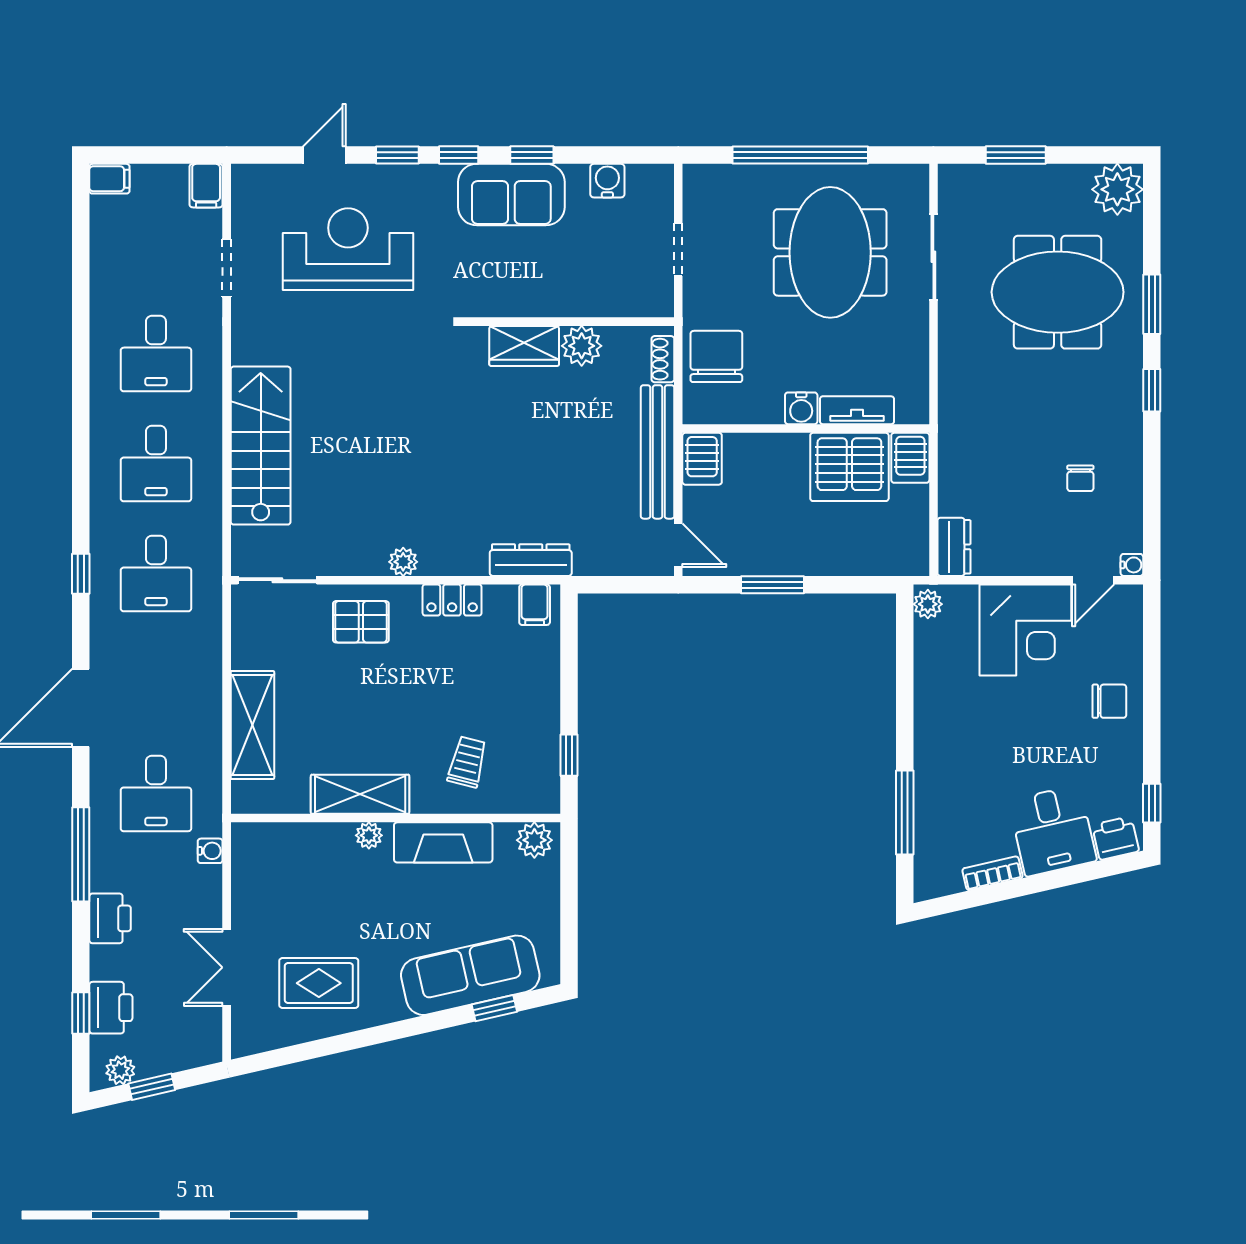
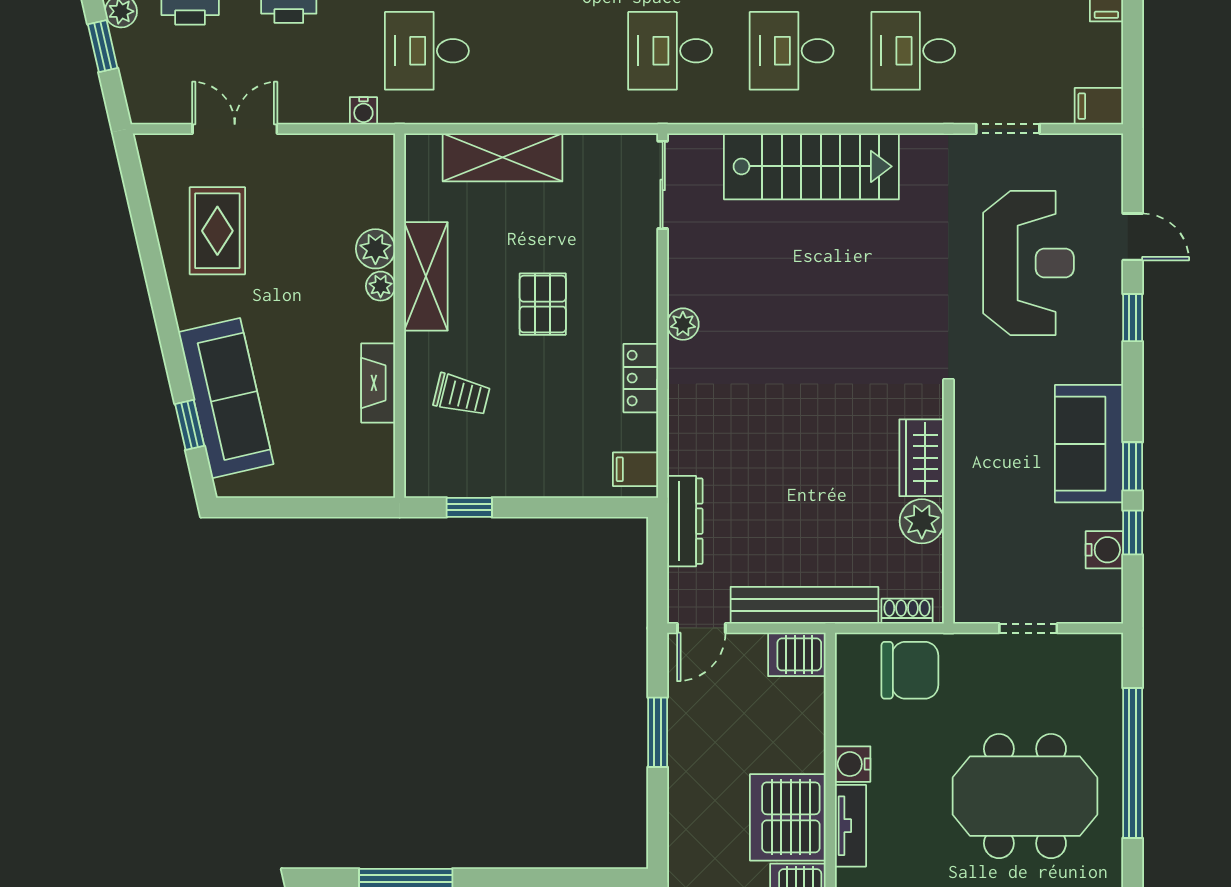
window: (459, 155) -> (1133, 532), moved
dresser: (531, 560) -> (685, 521), moved
pallet: (361, 622) -> (543, 304), moved
plant: (534, 840) -> (375, 249), moved
fireplace: (443, 842) -> (378, 383), width x0.73, depth x0.76

